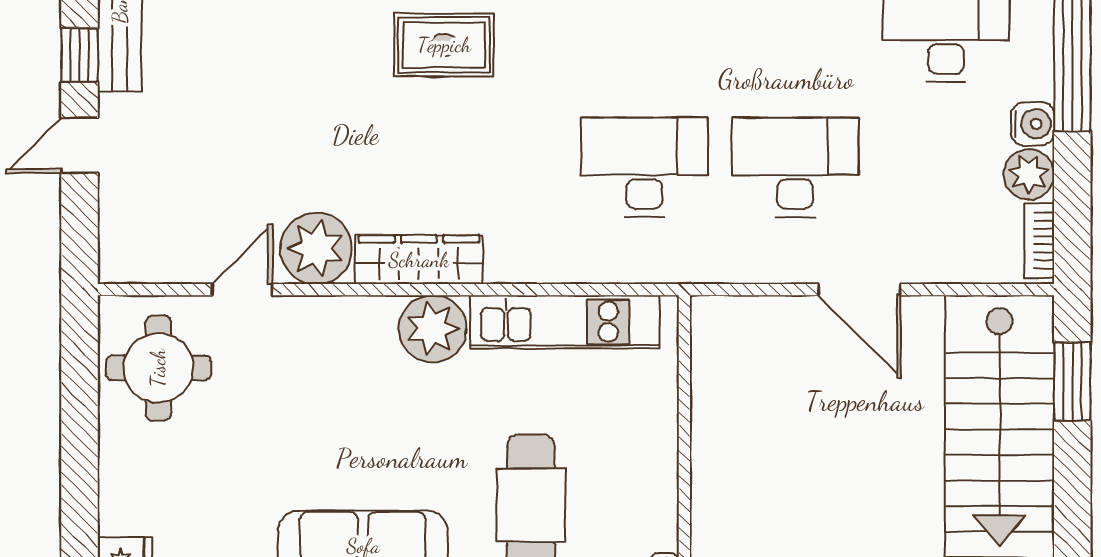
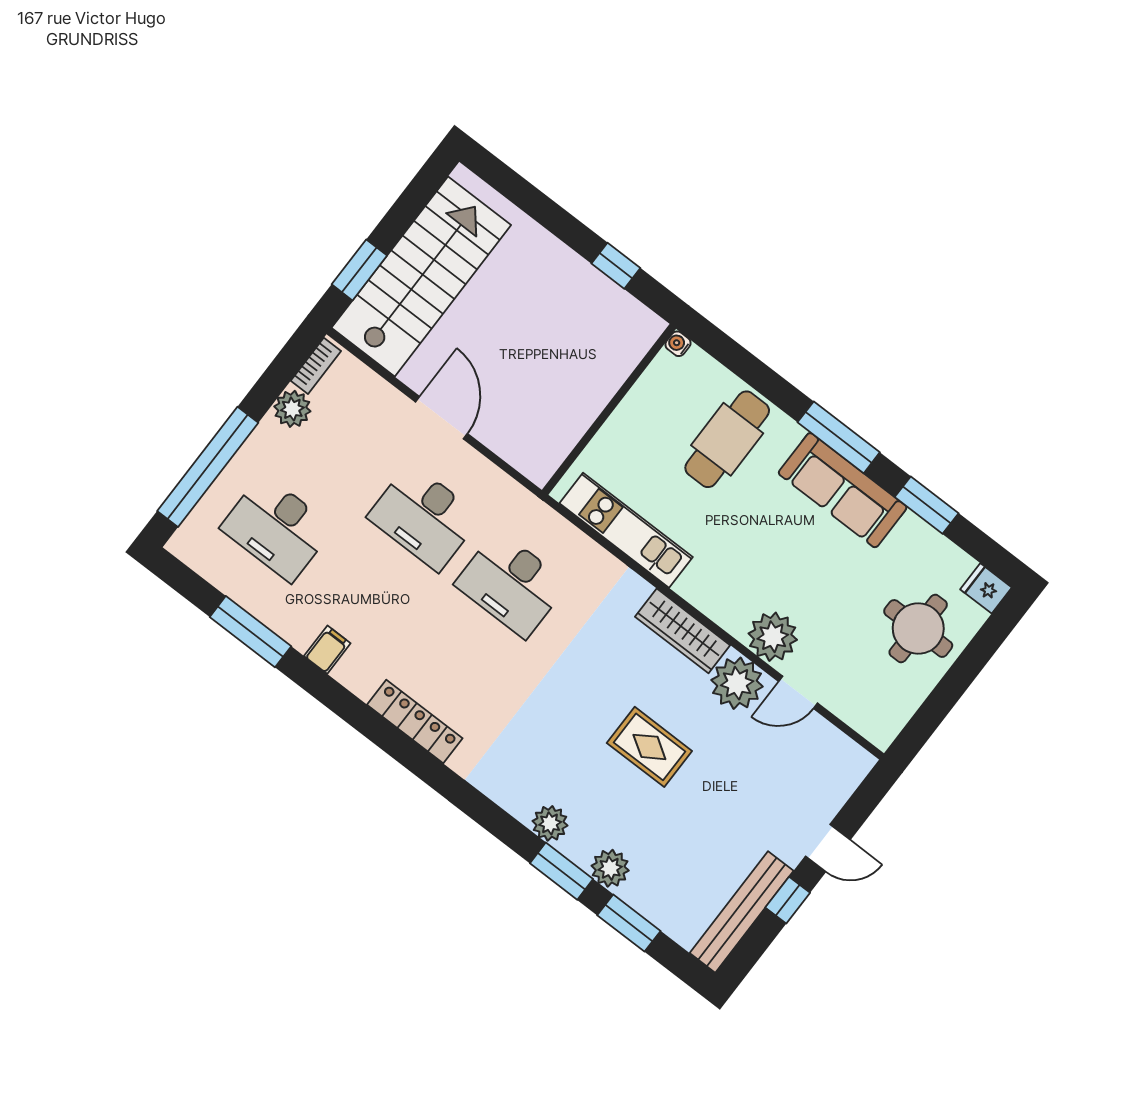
rug: (444, 45) -> (649, 747), moved
water cooler: (1033, 124) -> (268, 436), removed
plant: (432, 329) -> (773, 637), moved
round table: (158, 368) -> (918, 629), moved

